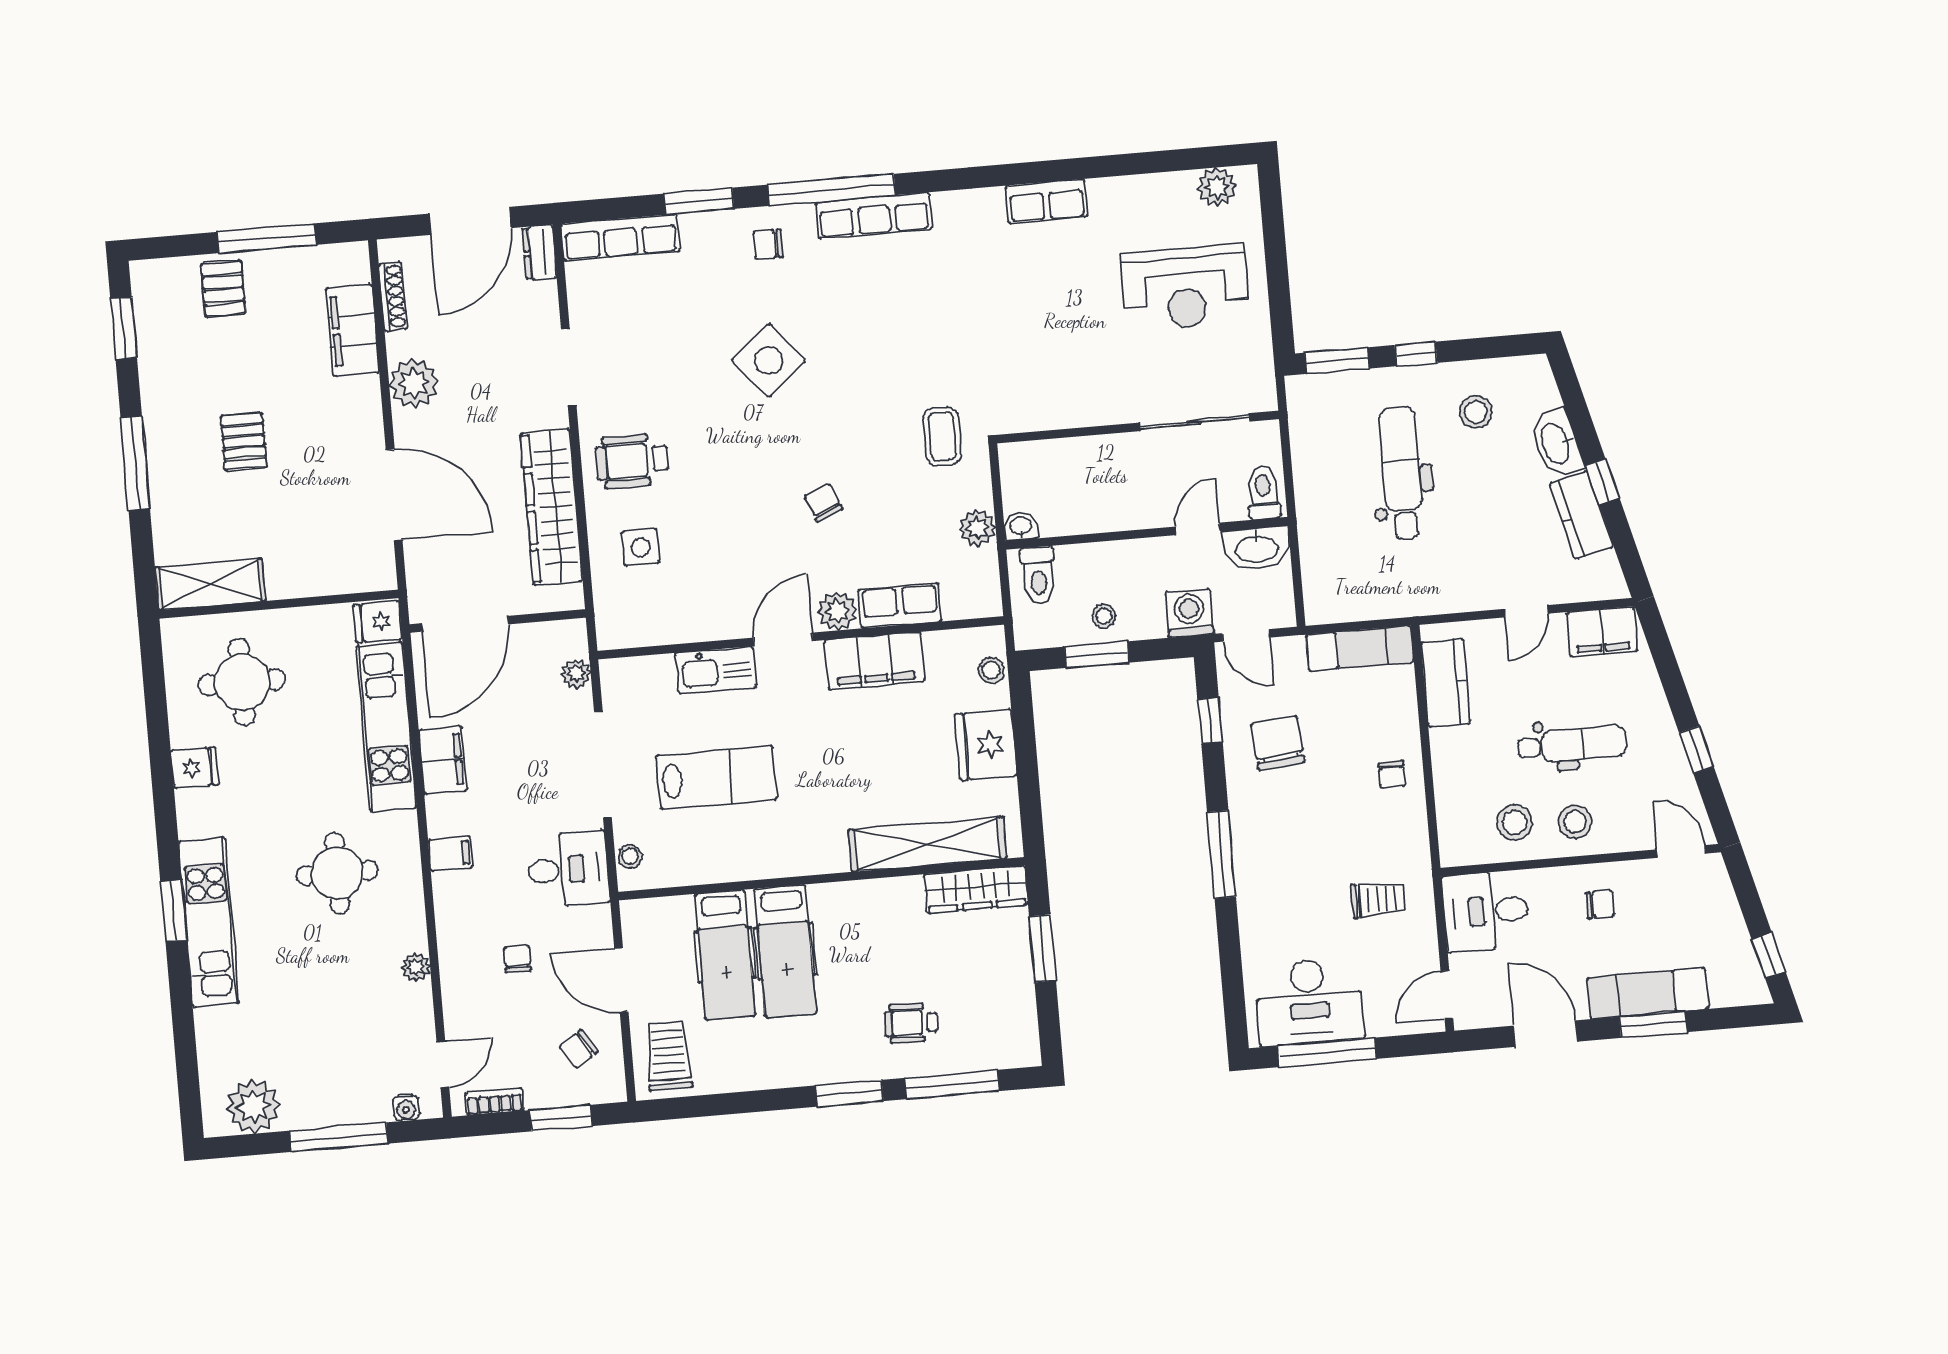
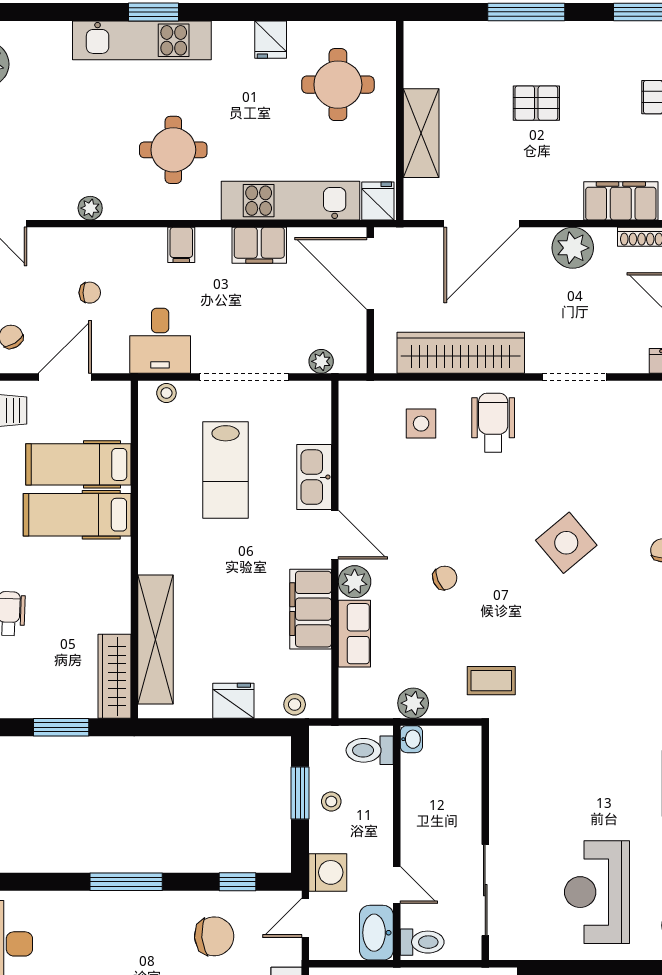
shelving: (210, 584) -> (421, 133), moved
fridge: (986, 745) -> (233, 701), width x0.73, depth x0.75

